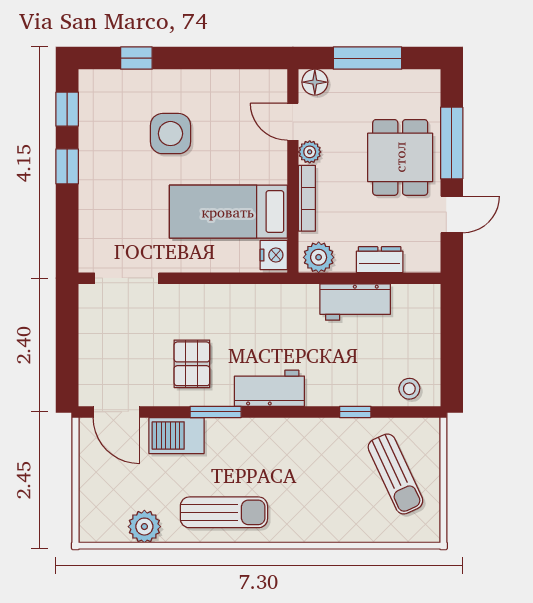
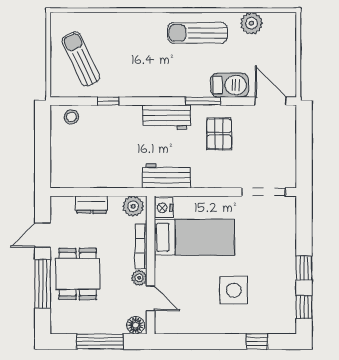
workbench: (355, 302) -> (166, 176), moved

